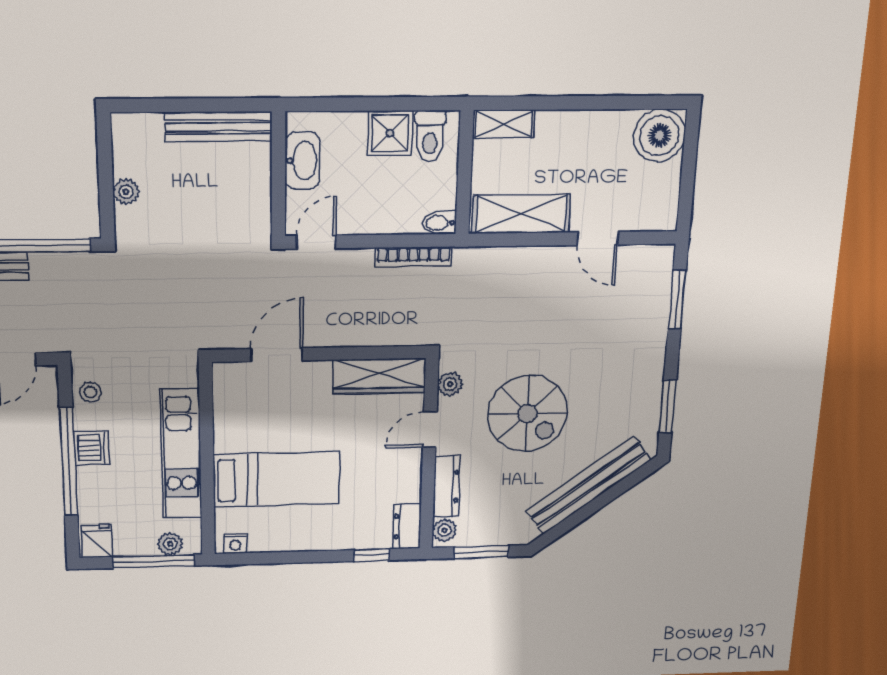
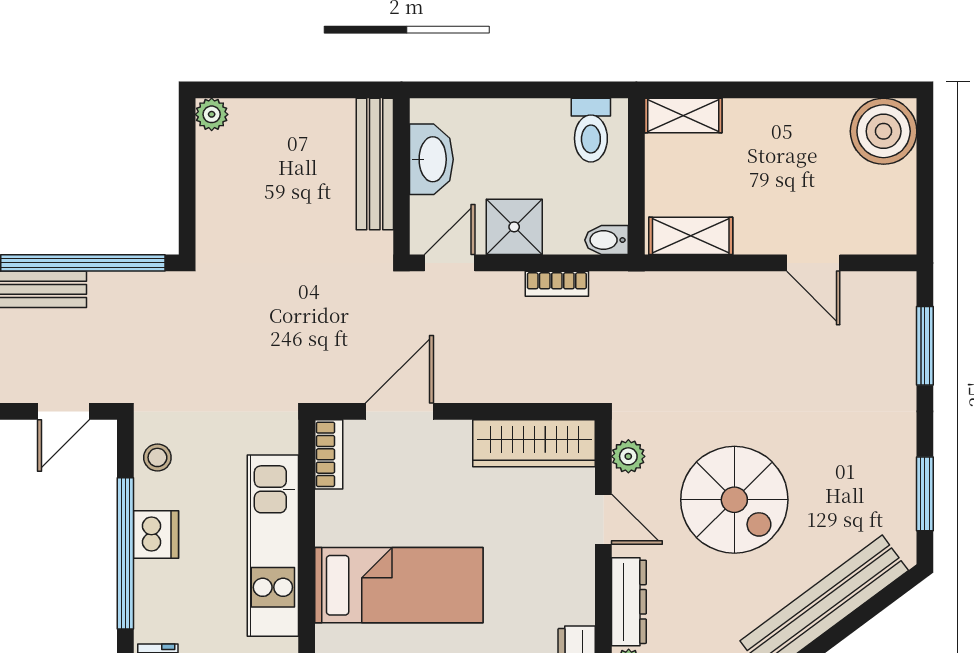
bench: (218, 127) -> (375, 164), moved, turned 90
shower: (390, 133) -> (514, 227), moved
plant: (126, 192) -> (212, 114), moved
shelving: (521, 214) -> (691, 236), width x0.67, depth x0.75
bookcase: (413, 257) -> (557, 284), width x0.64
bookcase: (223, 387) -> (329, 454), added
door: (430, 429) -> (603, 519), swing flipped

